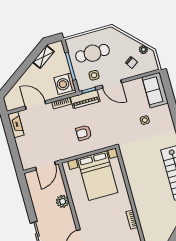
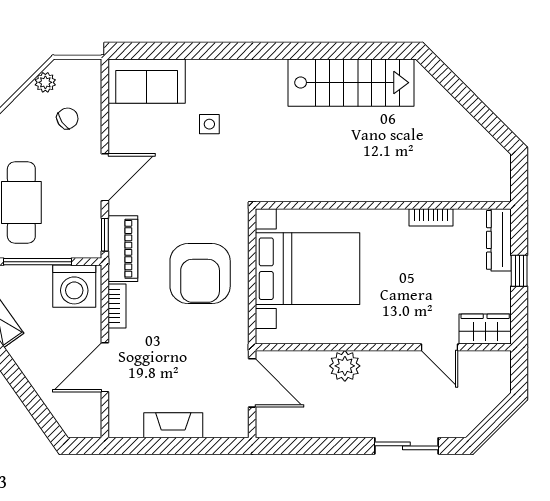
side table: (94, 75) -> (73, 213), removed
fireplace: (16, 125) -> (173, 425), moved
armchair: (84, 133) -> (200, 274), width x1.88, depth x1.88

